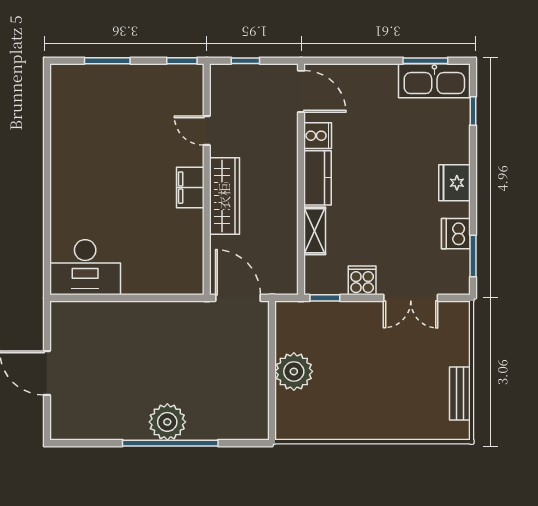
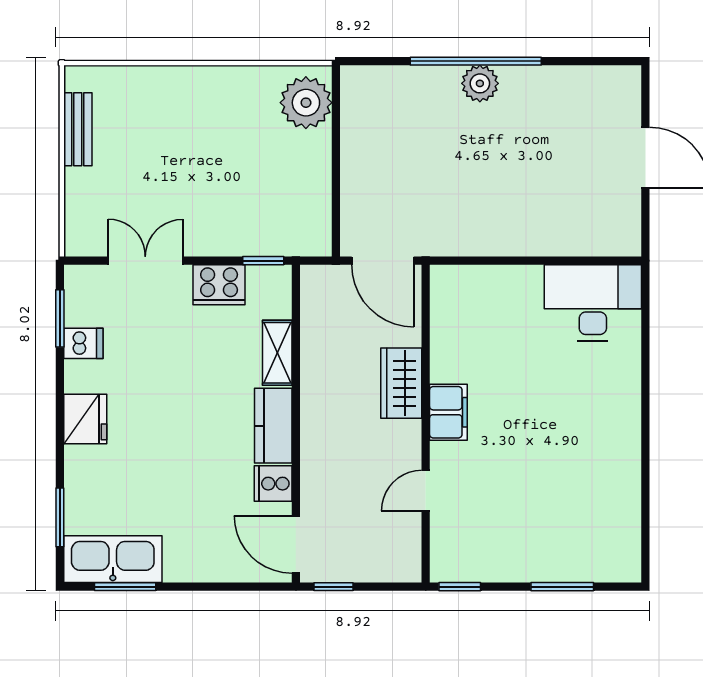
window: (245, 61) -> (333, 587), moved
window: (473, 111) -> (60, 517), width x1.50
door: (207, 131) -> (426, 491), swing flipped
wardrobe: (224, 196) -> (401, 383), width x0.67
dishwasher: (456, 234) -> (83, 343), width x0.73
cooker: (362, 280) -> (219, 285), width x1.36
plant: (294, 371) -> (306, 103), moved
plant: (167, 422) -> (480, 83), width x0.73, depth x0.73

